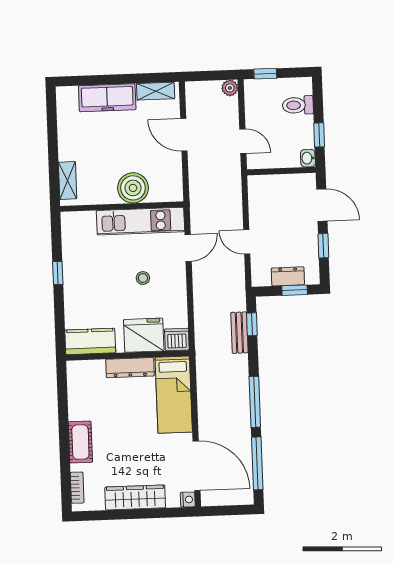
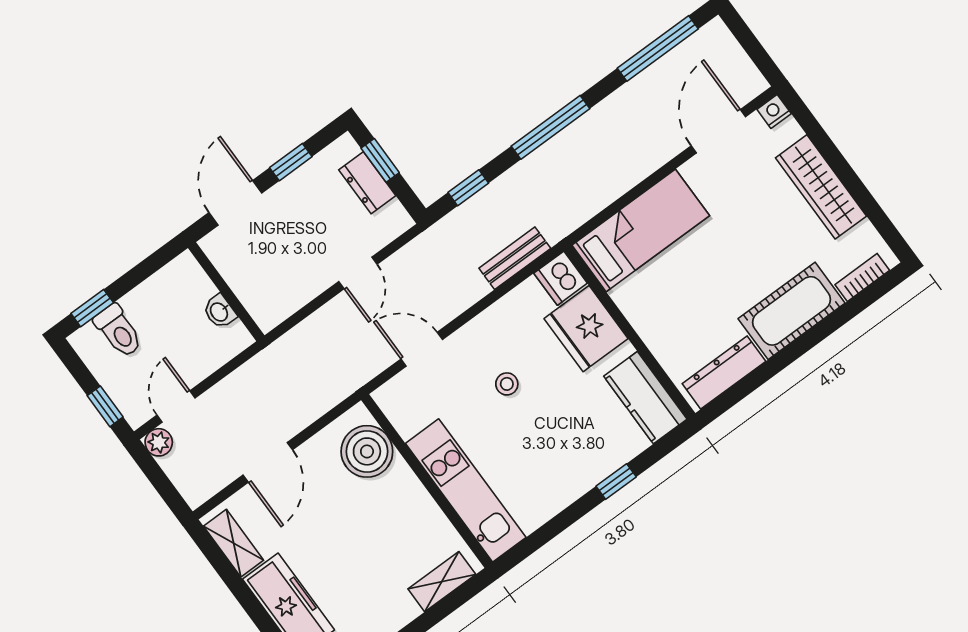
window: (319, 135) -> (92, 308), moved
door: (243, 141) -> (176, 407), moved
washbasin: (308, 158) -> (220, 312), moved, turned 90
boiler: (133, 188) -> (367, 451), moved
kitchen unit: (141, 221) -> (466, 490), moved
window: (58, 273) -> (616, 482), moved
bench: (239, 333) -> (515, 258), moved
dresser: (130, 368) -> (724, 372), moved, turned -90
window: (255, 402) -> (550, 127), moved
cot: (80, 442) -> (792, 311), width x1.37, depth x1.34
door: (197, 466) -> (718, 131), width x0.73

